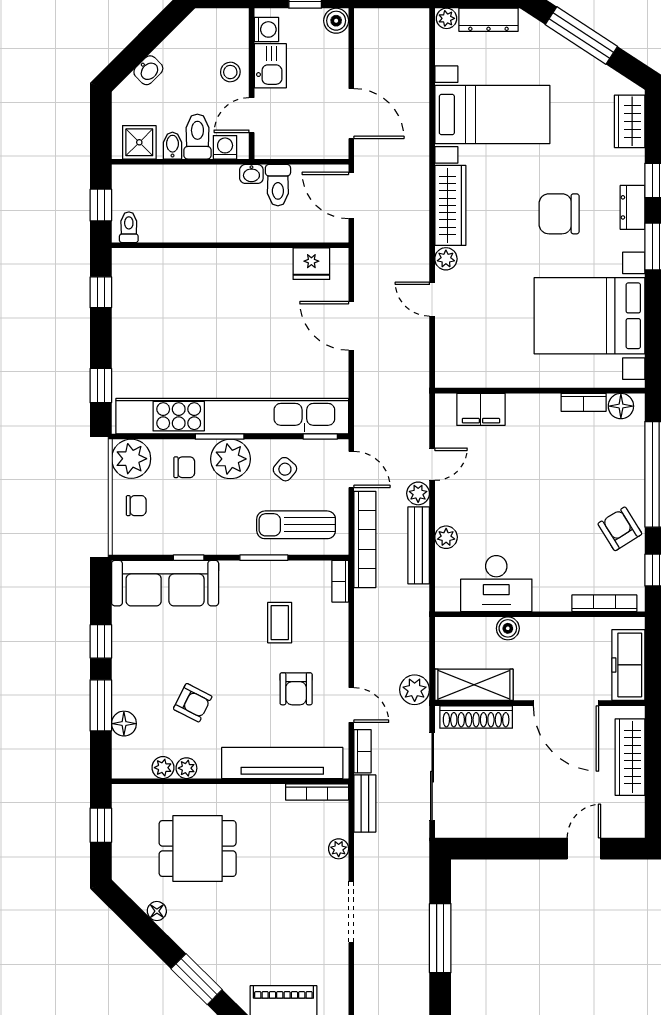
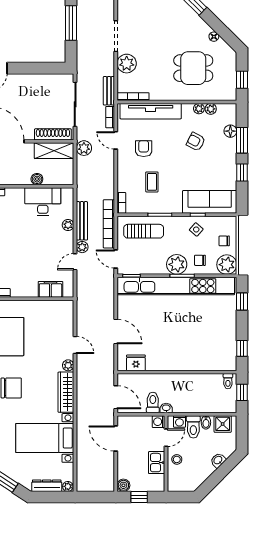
washing machine: (266, 29) -> (159, 422), moved
side table: (285, 469) -> (196, 229), moved
plant: (339, 849) -> (127, 64), width x1.87, depth x1.87

